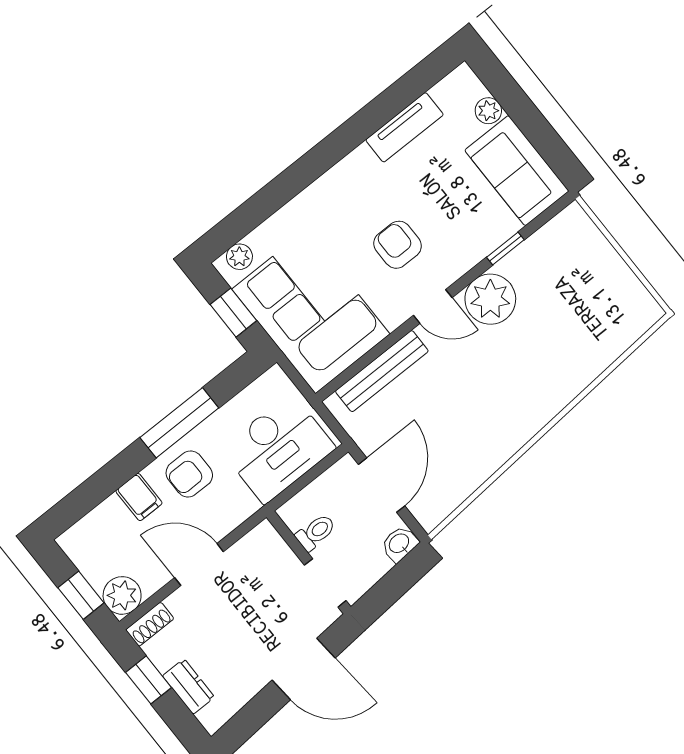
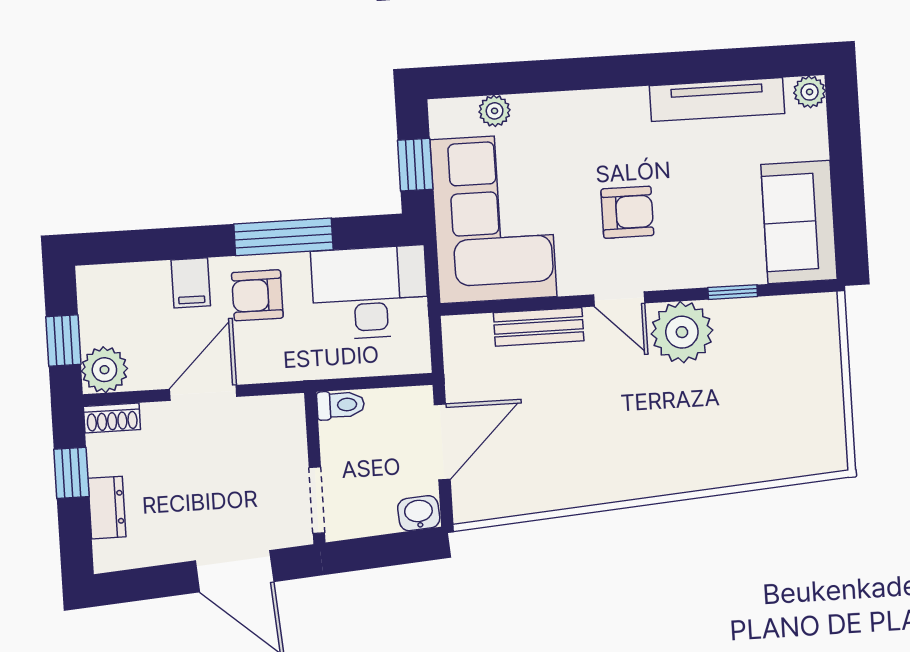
plant: (488, 111) -> (810, 92), moved
tv unit: (405, 127) -> (717, 100), width x1.41
armchair: (398, 245) -> (627, 212), turned 90
plant: (239, 257) -> (495, 111), moved
bench: (382, 371) -> (539, 327), width x0.73
desk: (278, 449) -> (370, 293), moved, turned 180
toilet: (316, 532) -> (341, 405), moved
door: (199, 565) -> (203, 393), hinge flipped

